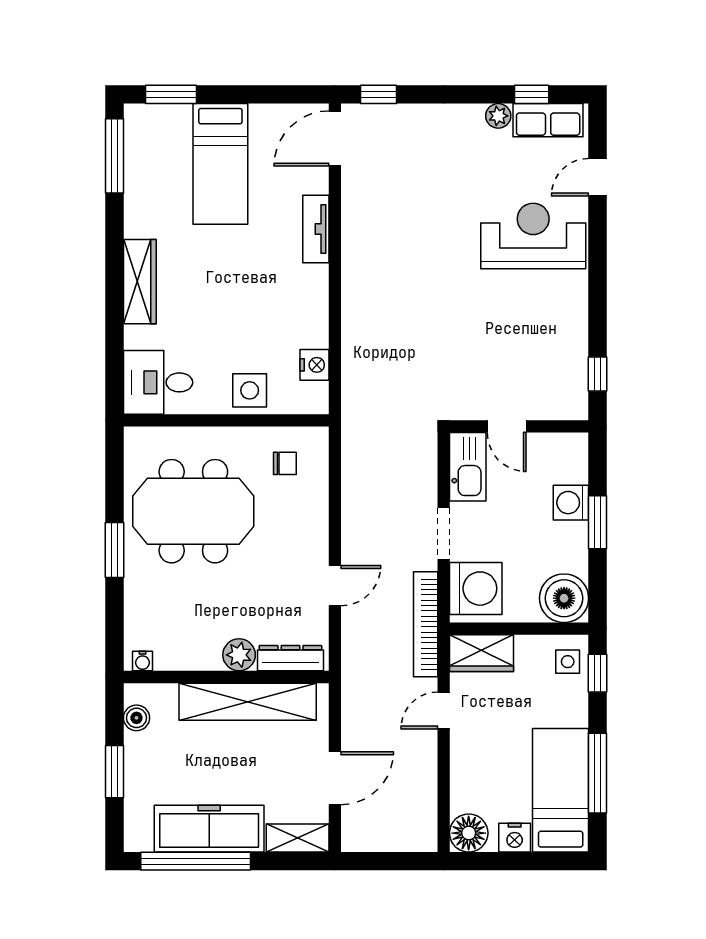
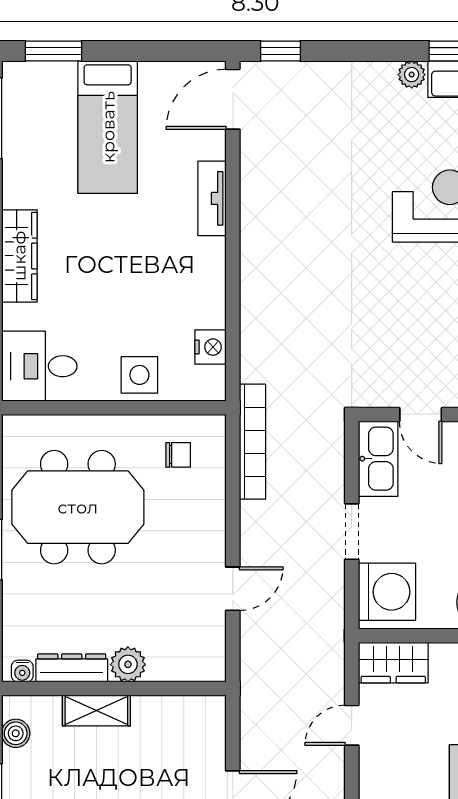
bookcase: (426, 624) -> (252, 442), moved, turned 180
dresser: (290, 658) -> (72, 668), moved
shelving: (248, 702) -> (96, 711), width x0.45, depth x0.75

